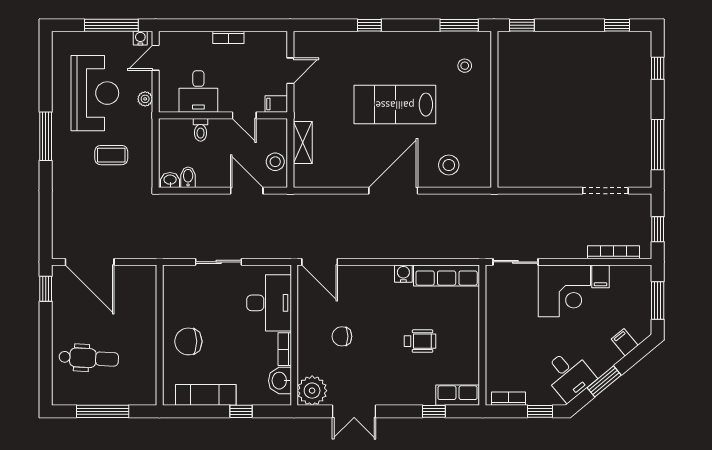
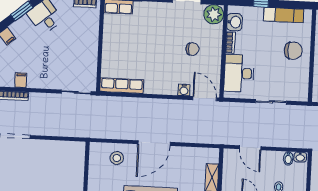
stool: (275, 162) -> (231, 166), removed
water cooler: (403, 274) -> (184, 90), moved
corner desk: (564, 291) -> (45, 72), removed
wheelchair: (420, 341) -> (141, 43), removed

